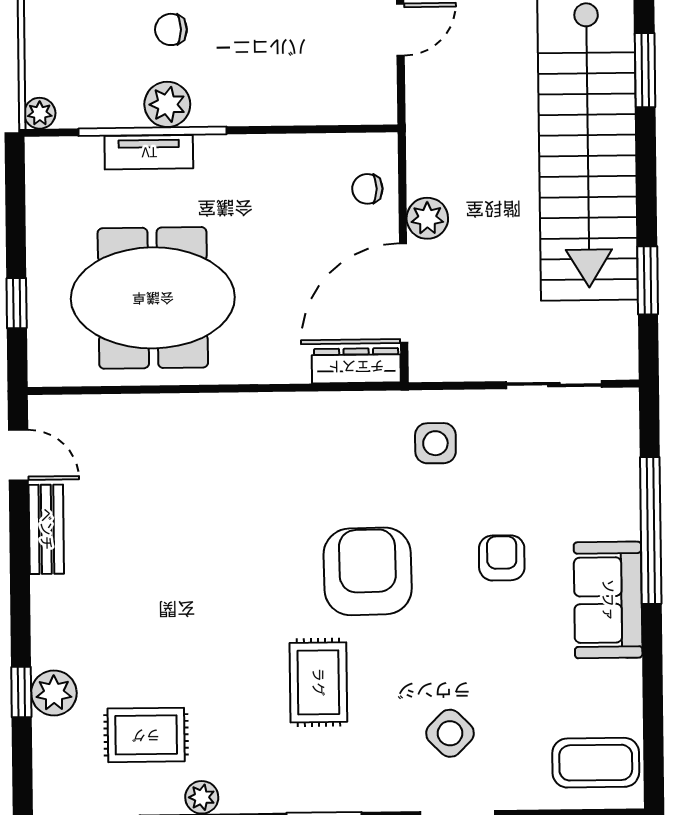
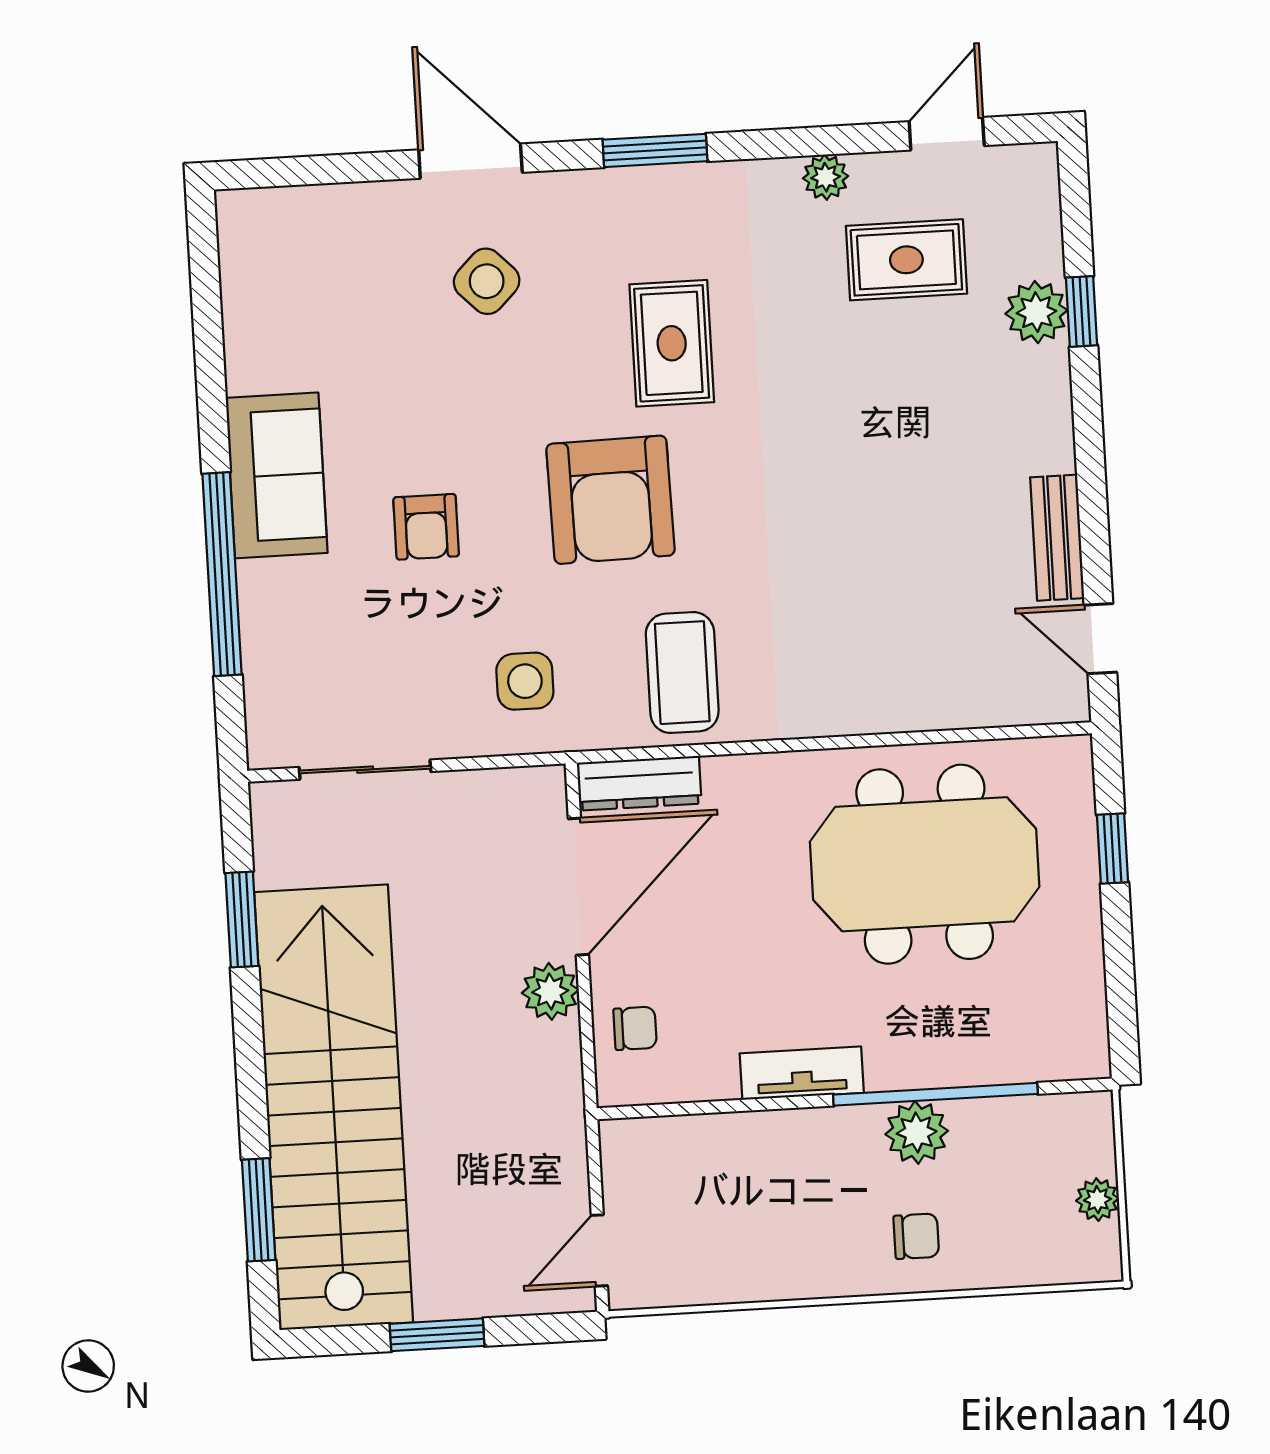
plant: (40, 113) -> (1097, 1200), moved
tv unit: (149, 152) -> (802, 1073), moved
coffee table: (596, 763) -> (682, 673), moved, turned 90

